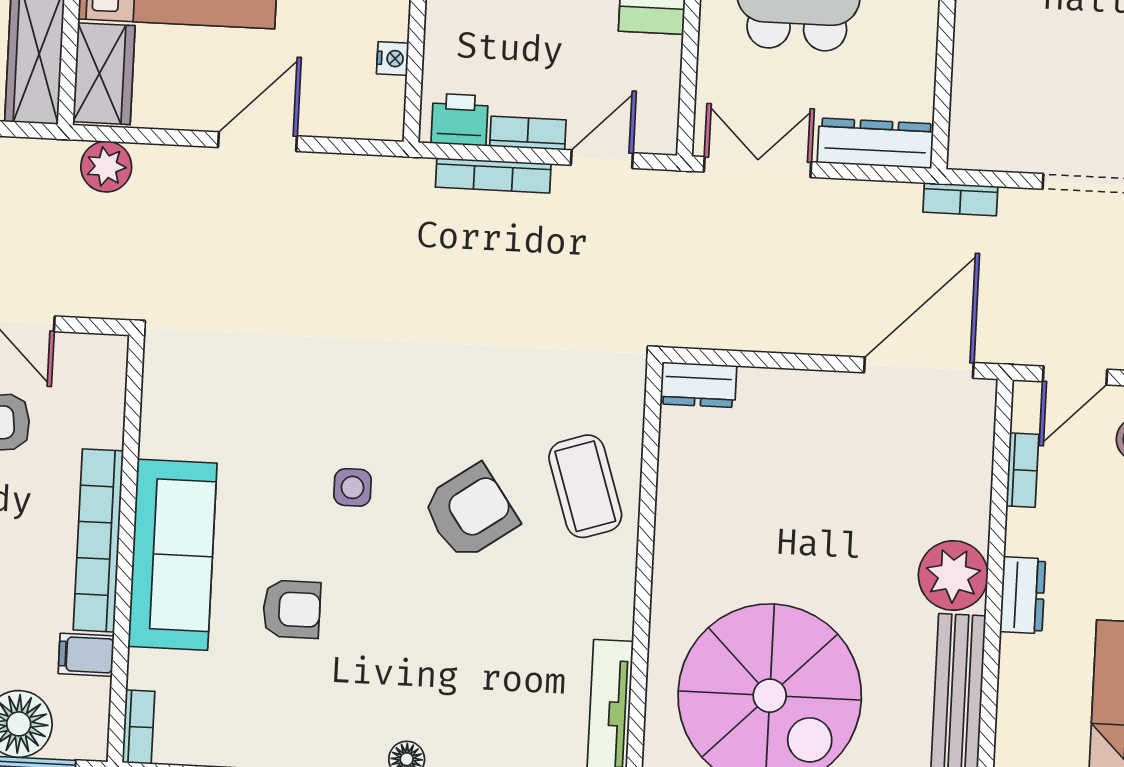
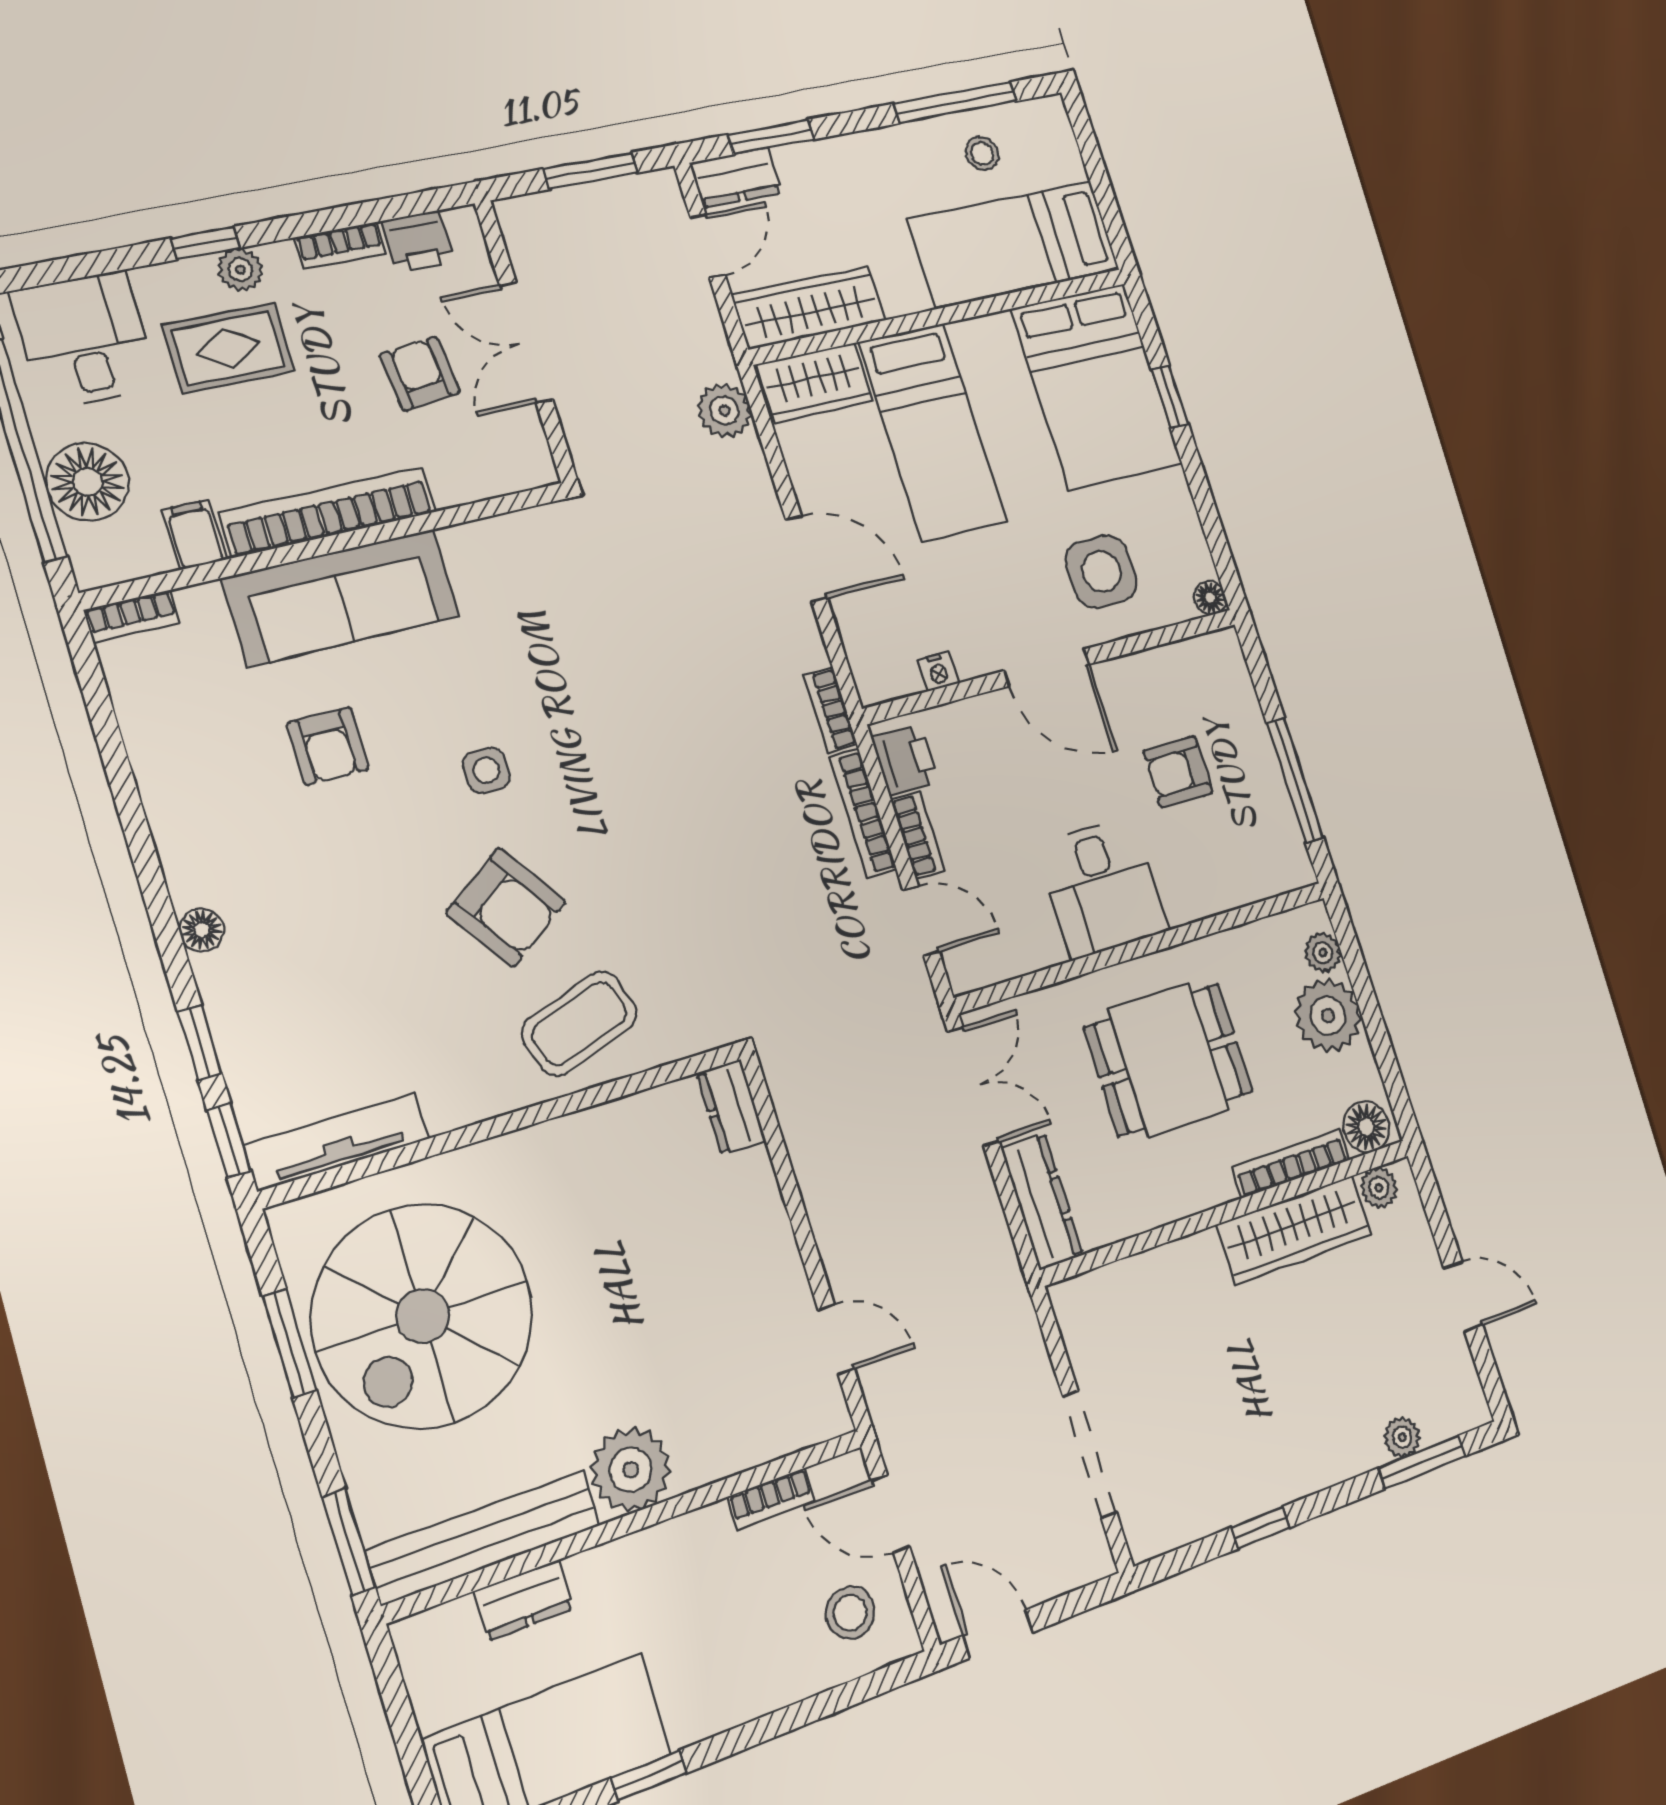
bookcase: (960, 199) -> (830, 710), moved
door: (919, 368) -> (836, 1340), width x0.53
dresser: (1023, 595) -> (524, 1600), moved

